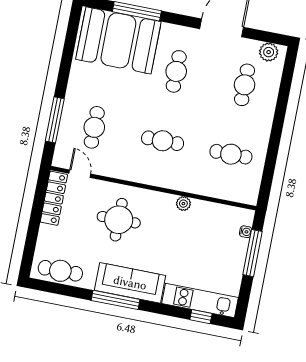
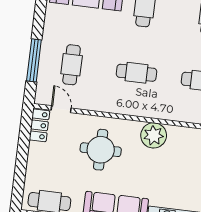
locker: (54, 198) -> (39, 125), width x0.66
plant: (183, 204) -> (154, 135), width x1.87, depth x1.87

